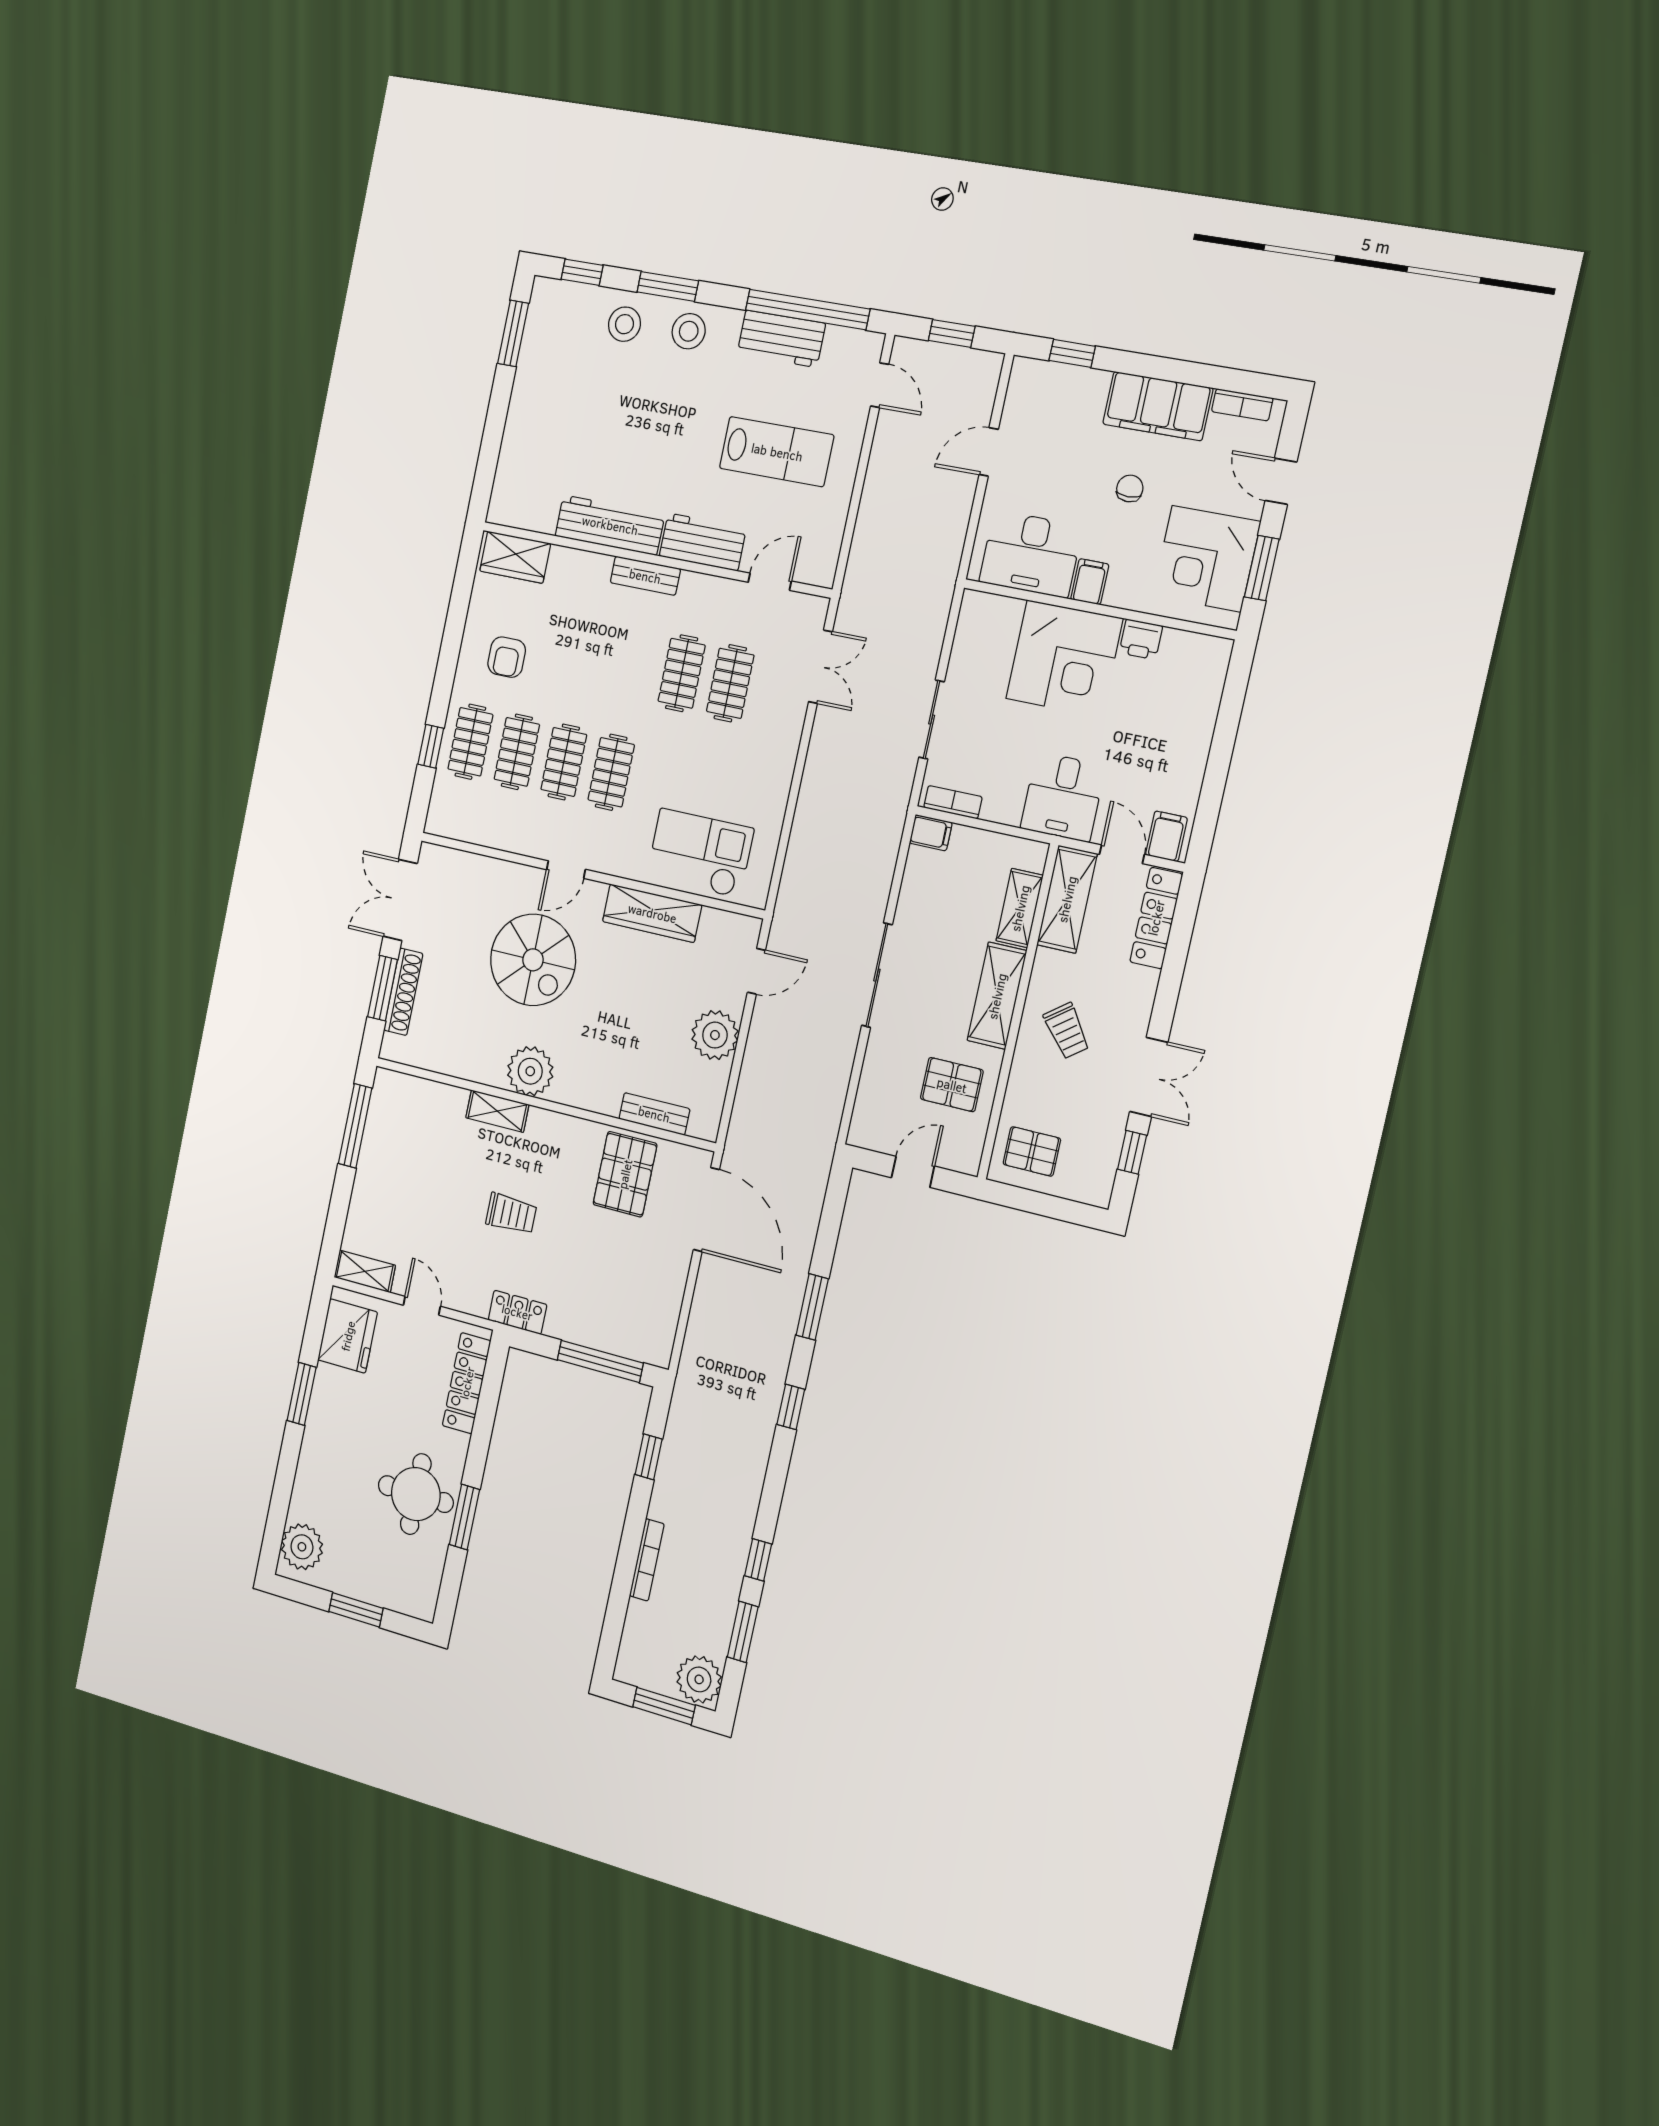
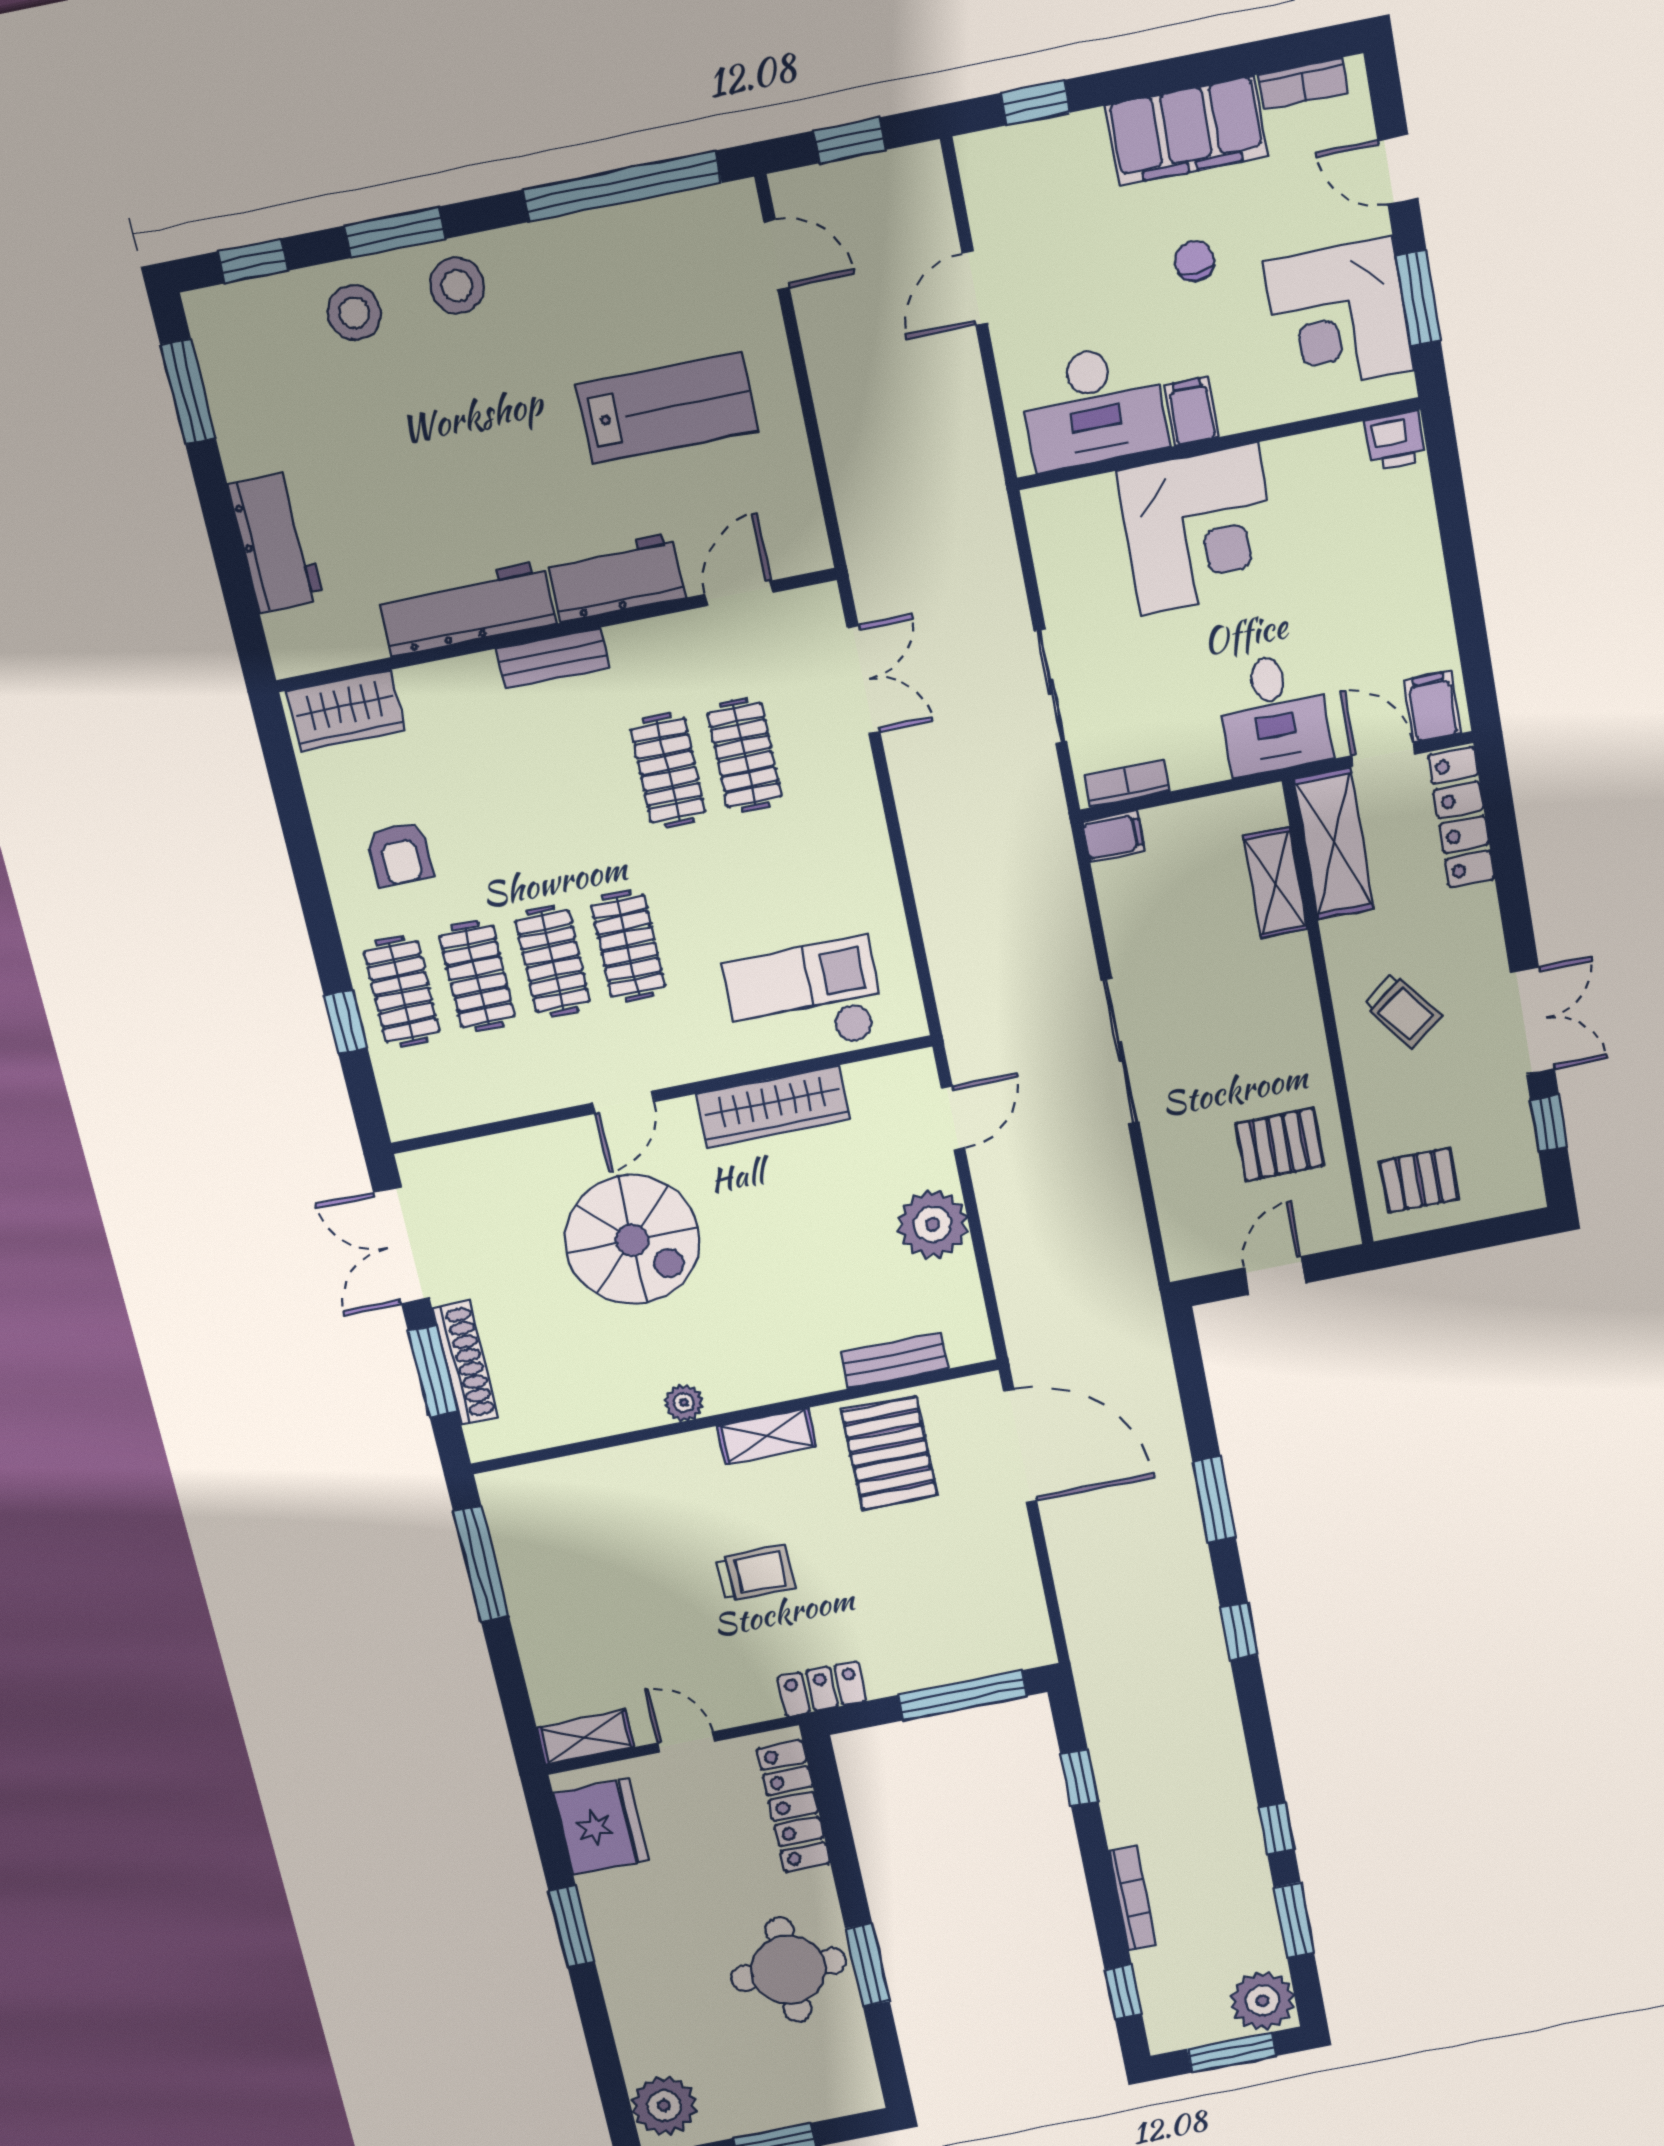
workbench: (781, 339) -> (276, 543), moved, turned -90
printer: (1141, 639) -> (1395, 440), moved
shelving: (997, 996) -> (1292, 1007), removed
plant: (530, 1071) -> (684, 1403), width x0.53, depth x0.53
shelving: (497, 1111) -> (767, 1436), moved
window: (614, 1624) -> (1123, 1992), added

